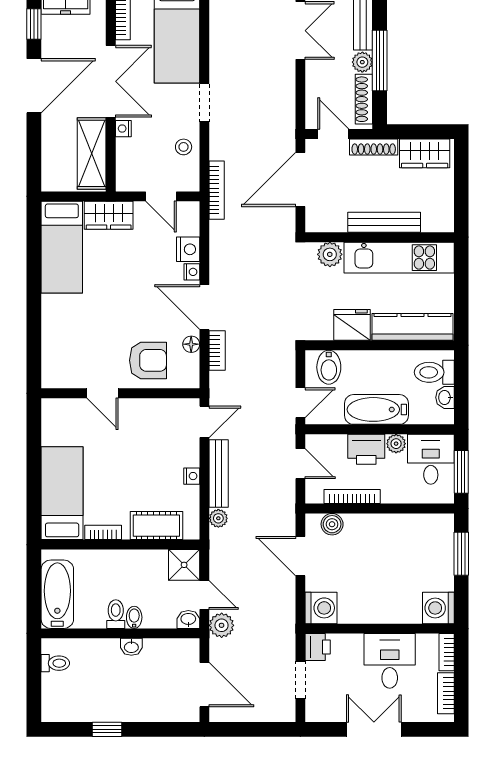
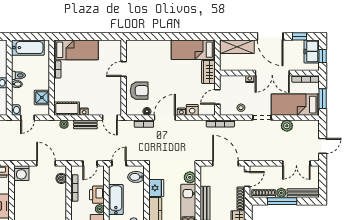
shelving: (92, 153) -> (237, 47), moved
armchair: (148, 360) -> (139, 91), turned -90
door: (300, 403) -> (119, 163), swing flipped
bench: (219, 473) -> (85, 124), width x0.73
cot: (156, 526) -> (67, 109), moved, turned 90
door: (300, 556) -> (46, 163), hinge flipped
shower: (184, 565) -> (42, 97), moved
plant: (222, 625) -> (287, 126), moved

